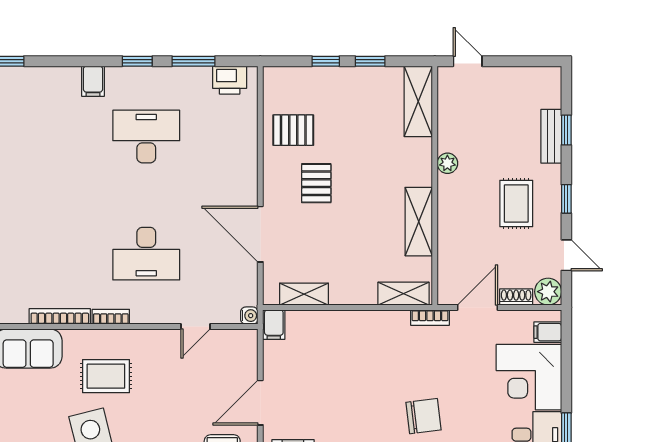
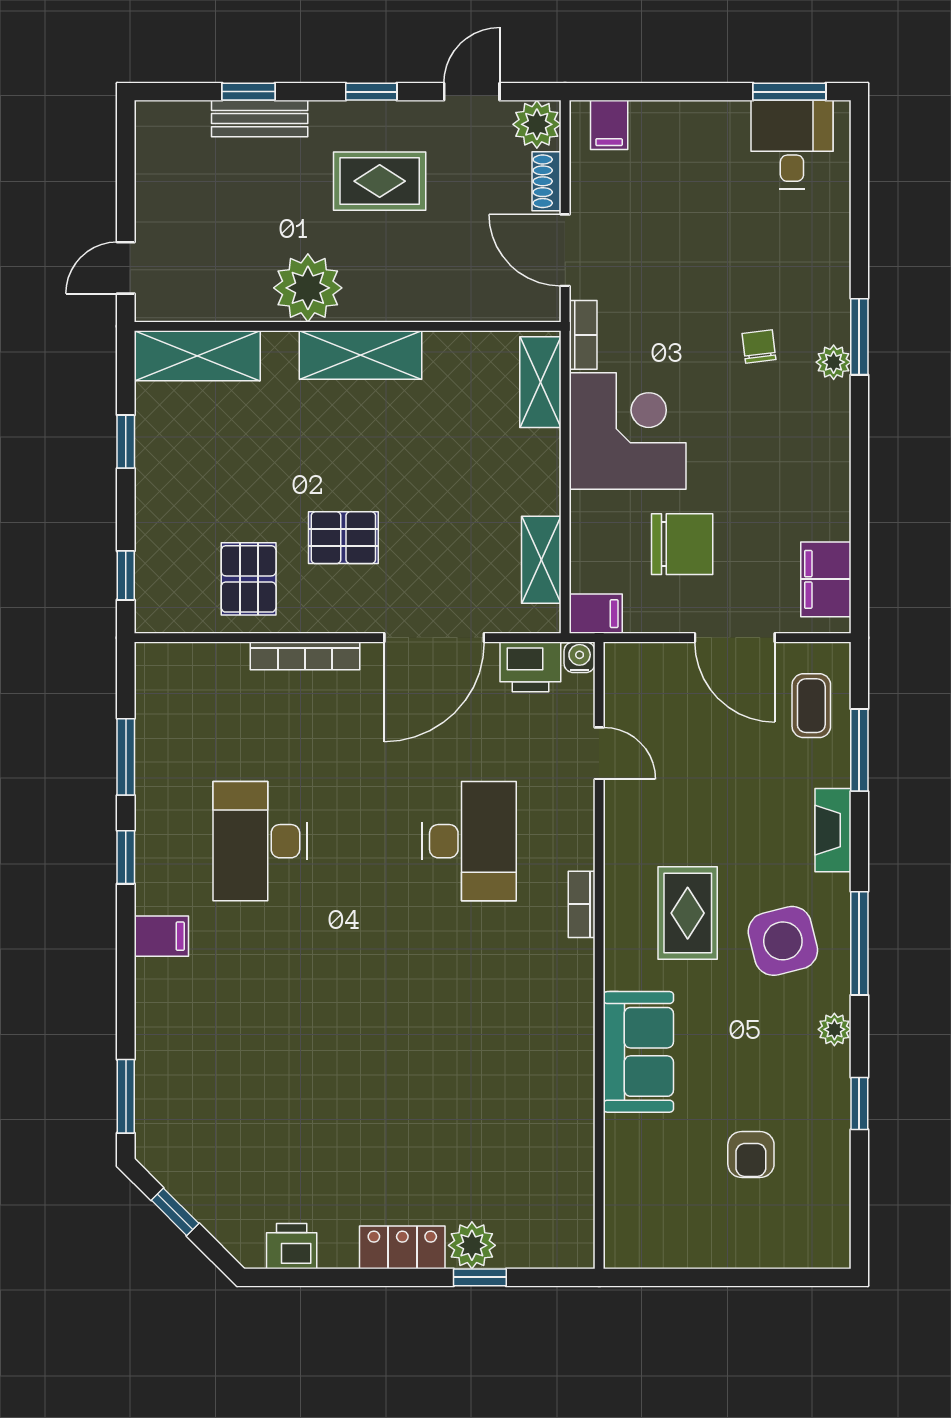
window: (326, 61) -> (126, 575), moved
printer: (230, 80) -> (530, 667), moved, turned 90
plant: (447, 163) -> (308, 288), width x1.88, depth x1.88
shelving: (419, 222) -> (361, 355), moved
bookcase: (60, 316) -> (305, 656), moved, turned -90
chair: (313, 373) -> (682, 544), added
corner desk: (529, 377) -> (628, 431), moved, turned -90
chair: (423, 416) -> (759, 347), width x0.54, depth x0.54

